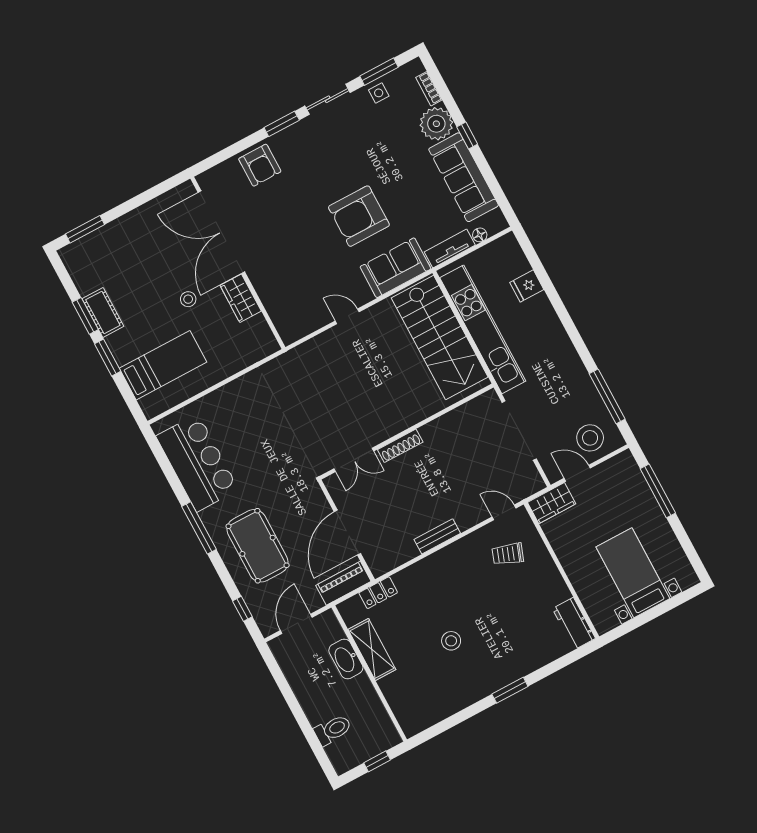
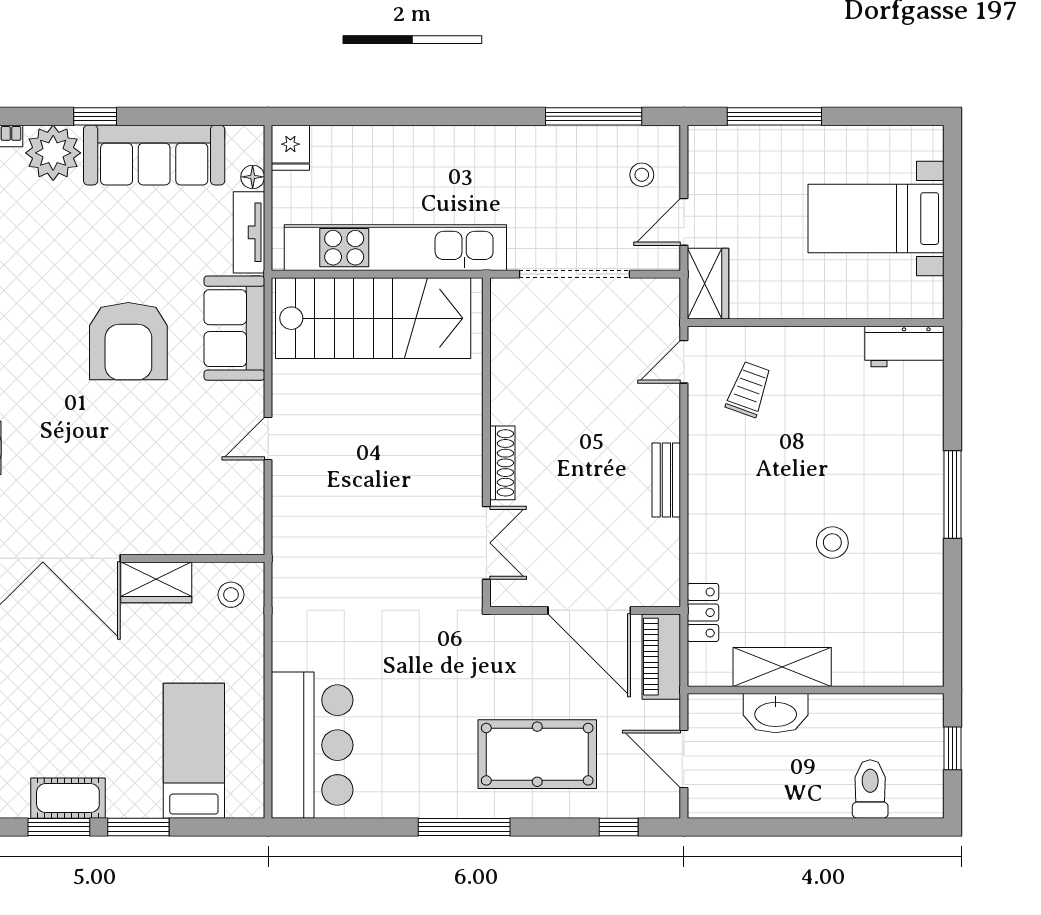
fridge: (527, 286) -> (290, 148), moved
stool: (188, 299) -> (231, 595), moved
stool: (590, 438) -> (642, 175), width x0.53, depth x0.53
bar counter: (197, 463) -> (312, 745), moved, turned 90
trolley: (508, 554) -> (749, 389), turned 180
window: (510, 690) -> (953, 495), width x1.44

